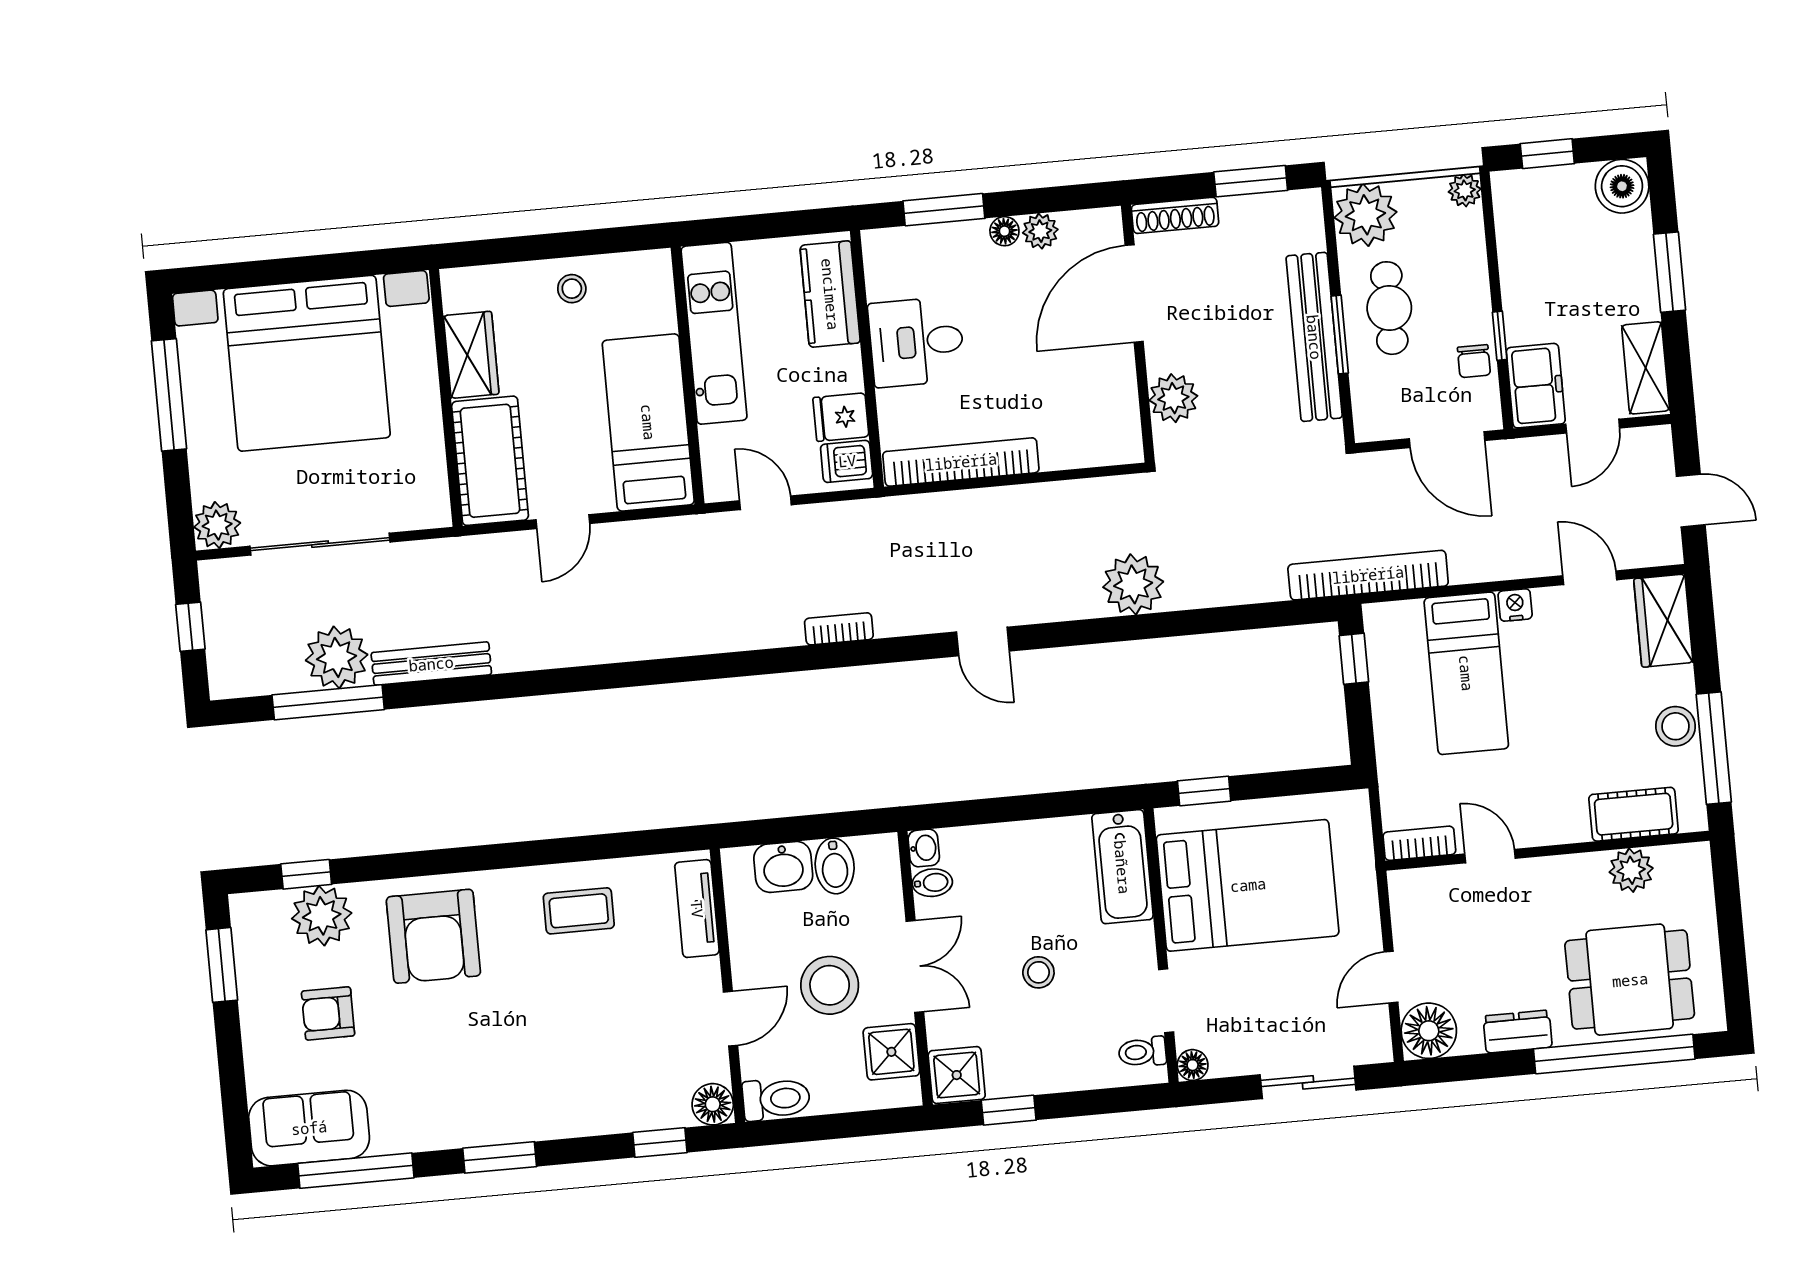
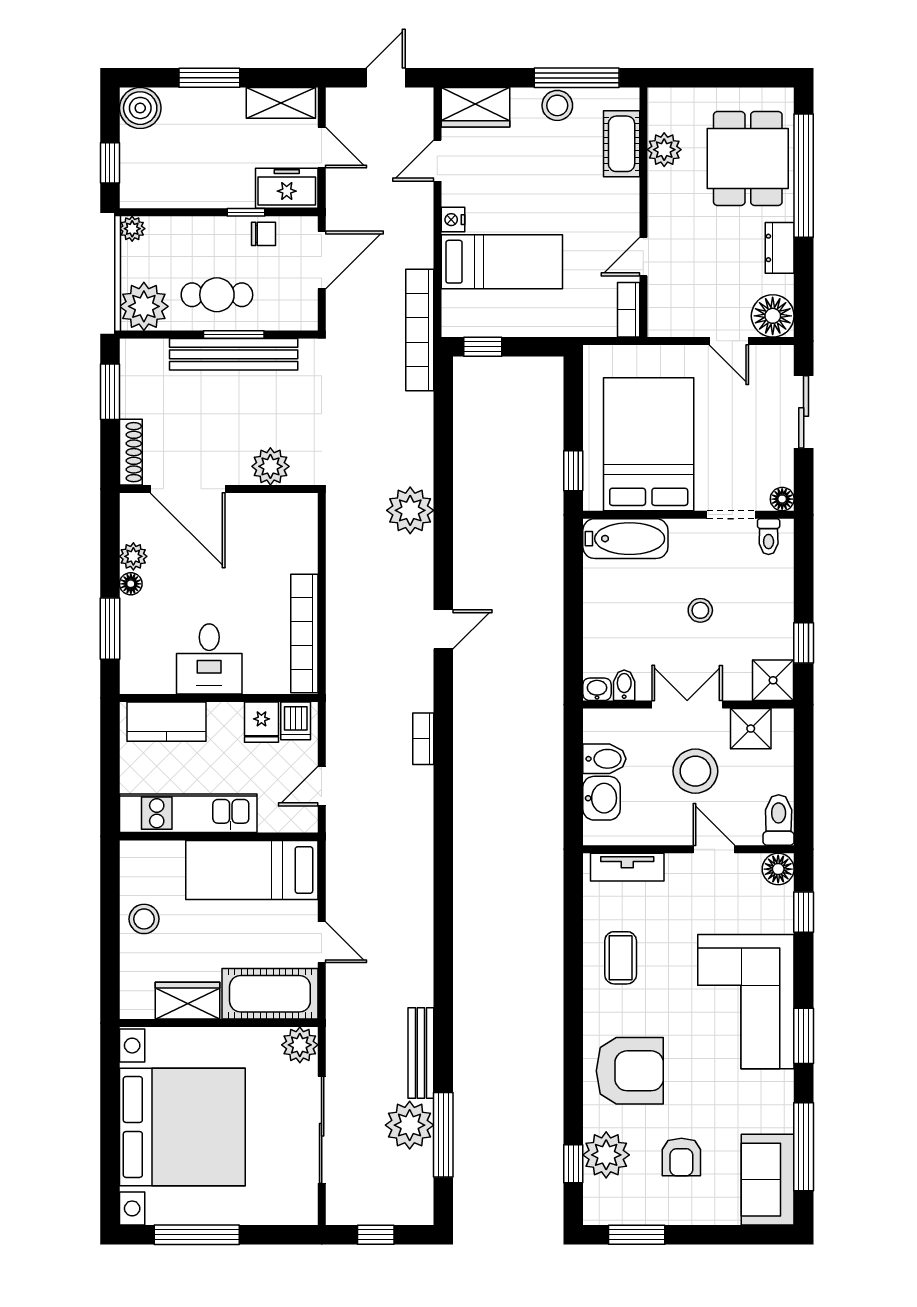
stool: (572, 289) -> (144, 919), width x1.37, depth x1.37
plant: (217, 525) -> (300, 1045), moved
corner sofa: (537, 1079) -> (746, 1002), added

